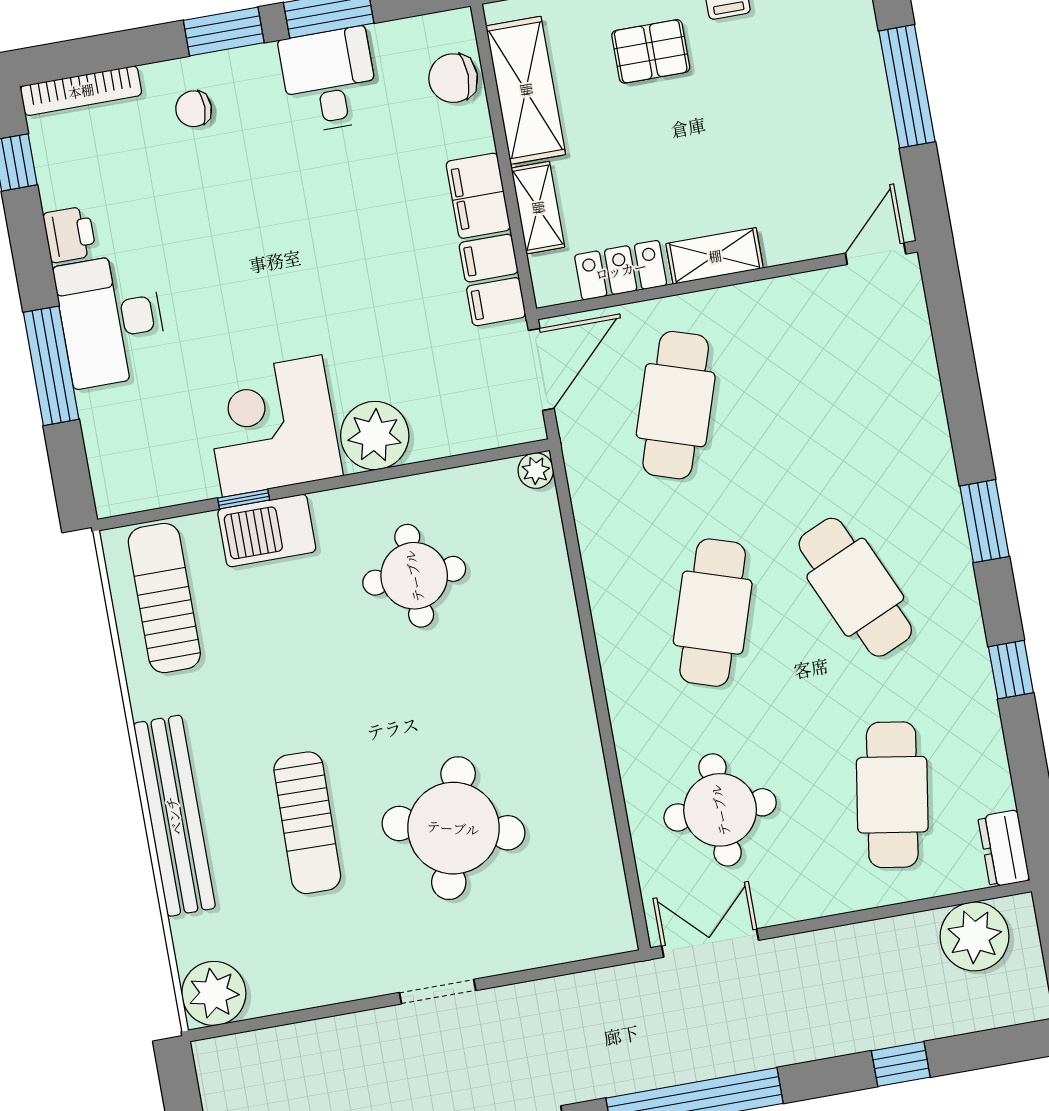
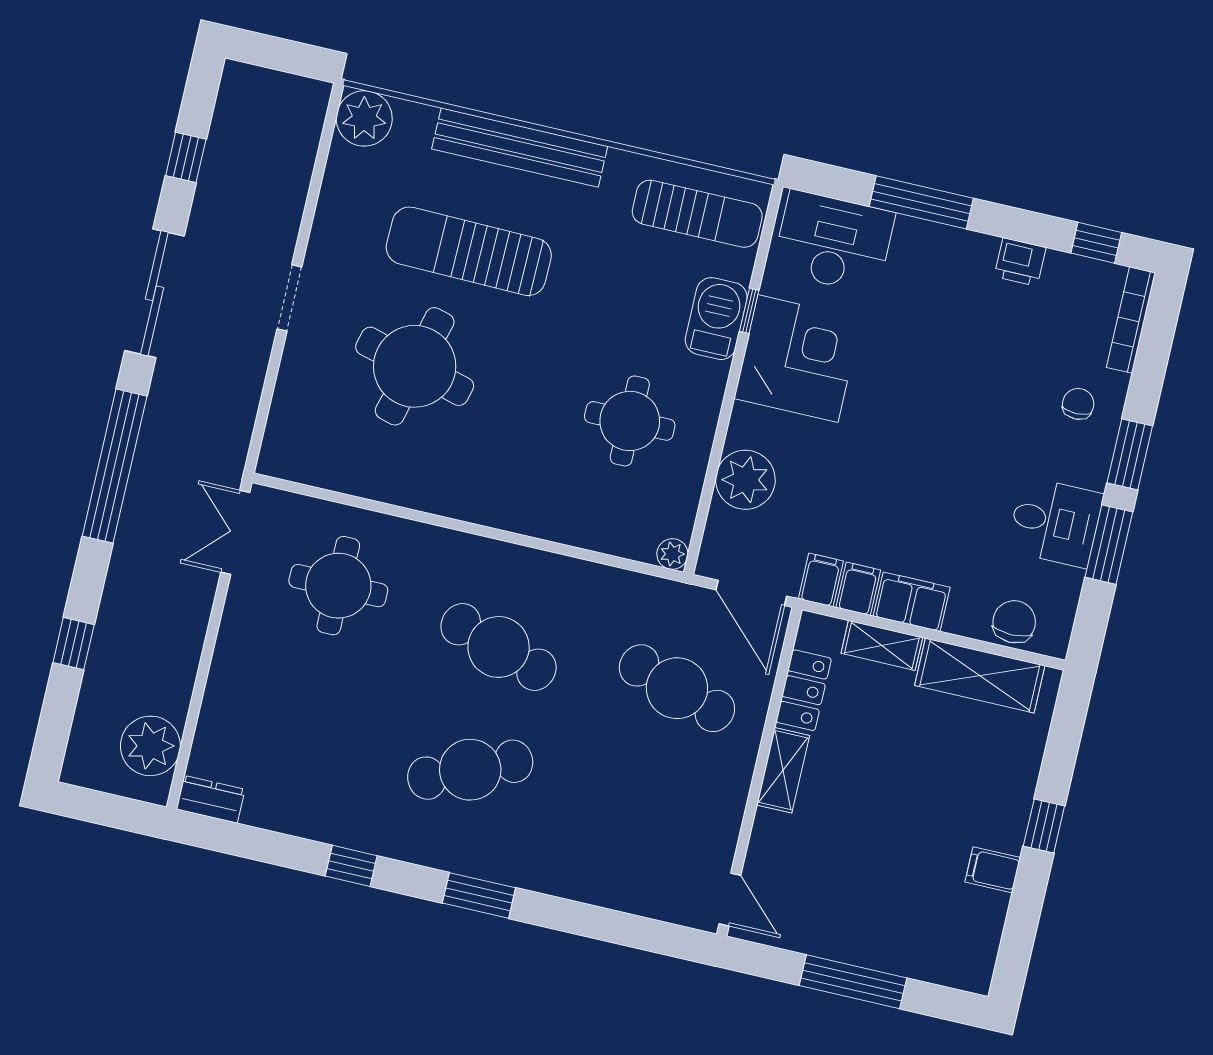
pallet: (651, 51) -> (968, 789), removed
desk: (111, 320) -> (834, 242), moved
plant: (375, 436) -> (745, 480), moved
cafe table: (892, 795) -> (292, 728), removed
sun lounger: (307, 823) -> (469, 251), width x1.36, depth x1.34
double door: (710, 943) -> (235, 532), swing flipped

